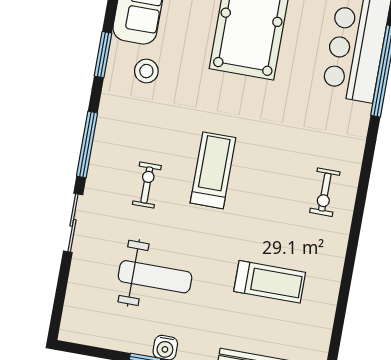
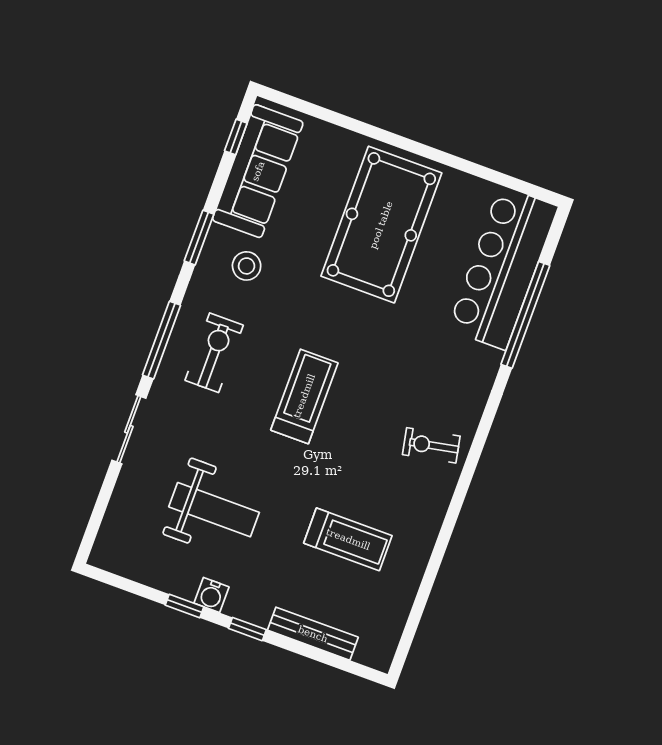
exercise bike: (147, 185) -> (214, 353), moved, width x1.38, depth x1.39
exercise bike: (325, 192) -> (431, 445), turned 79

